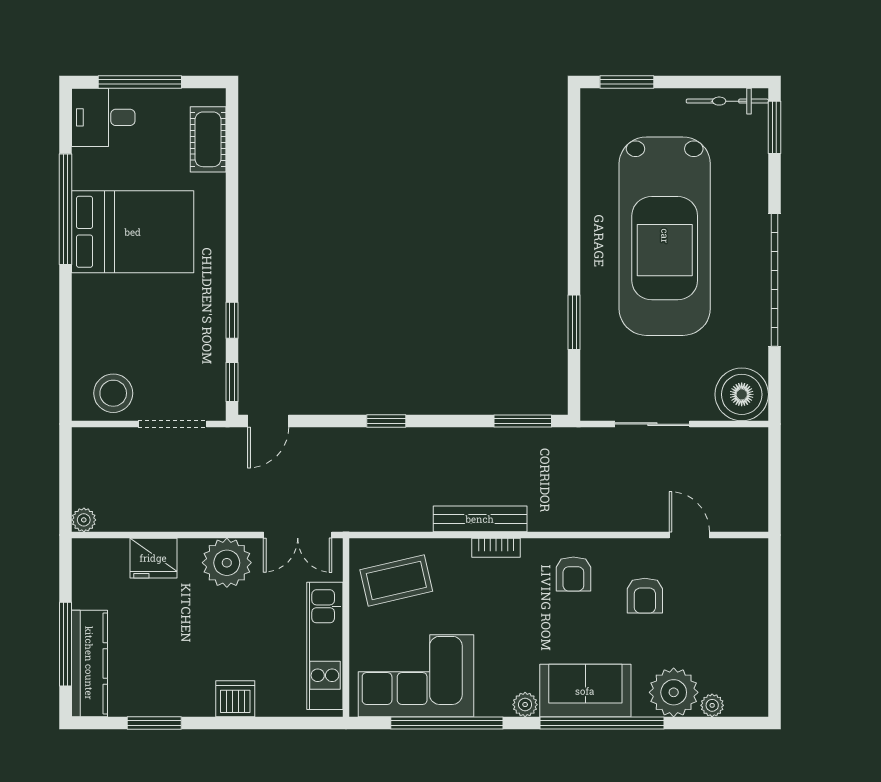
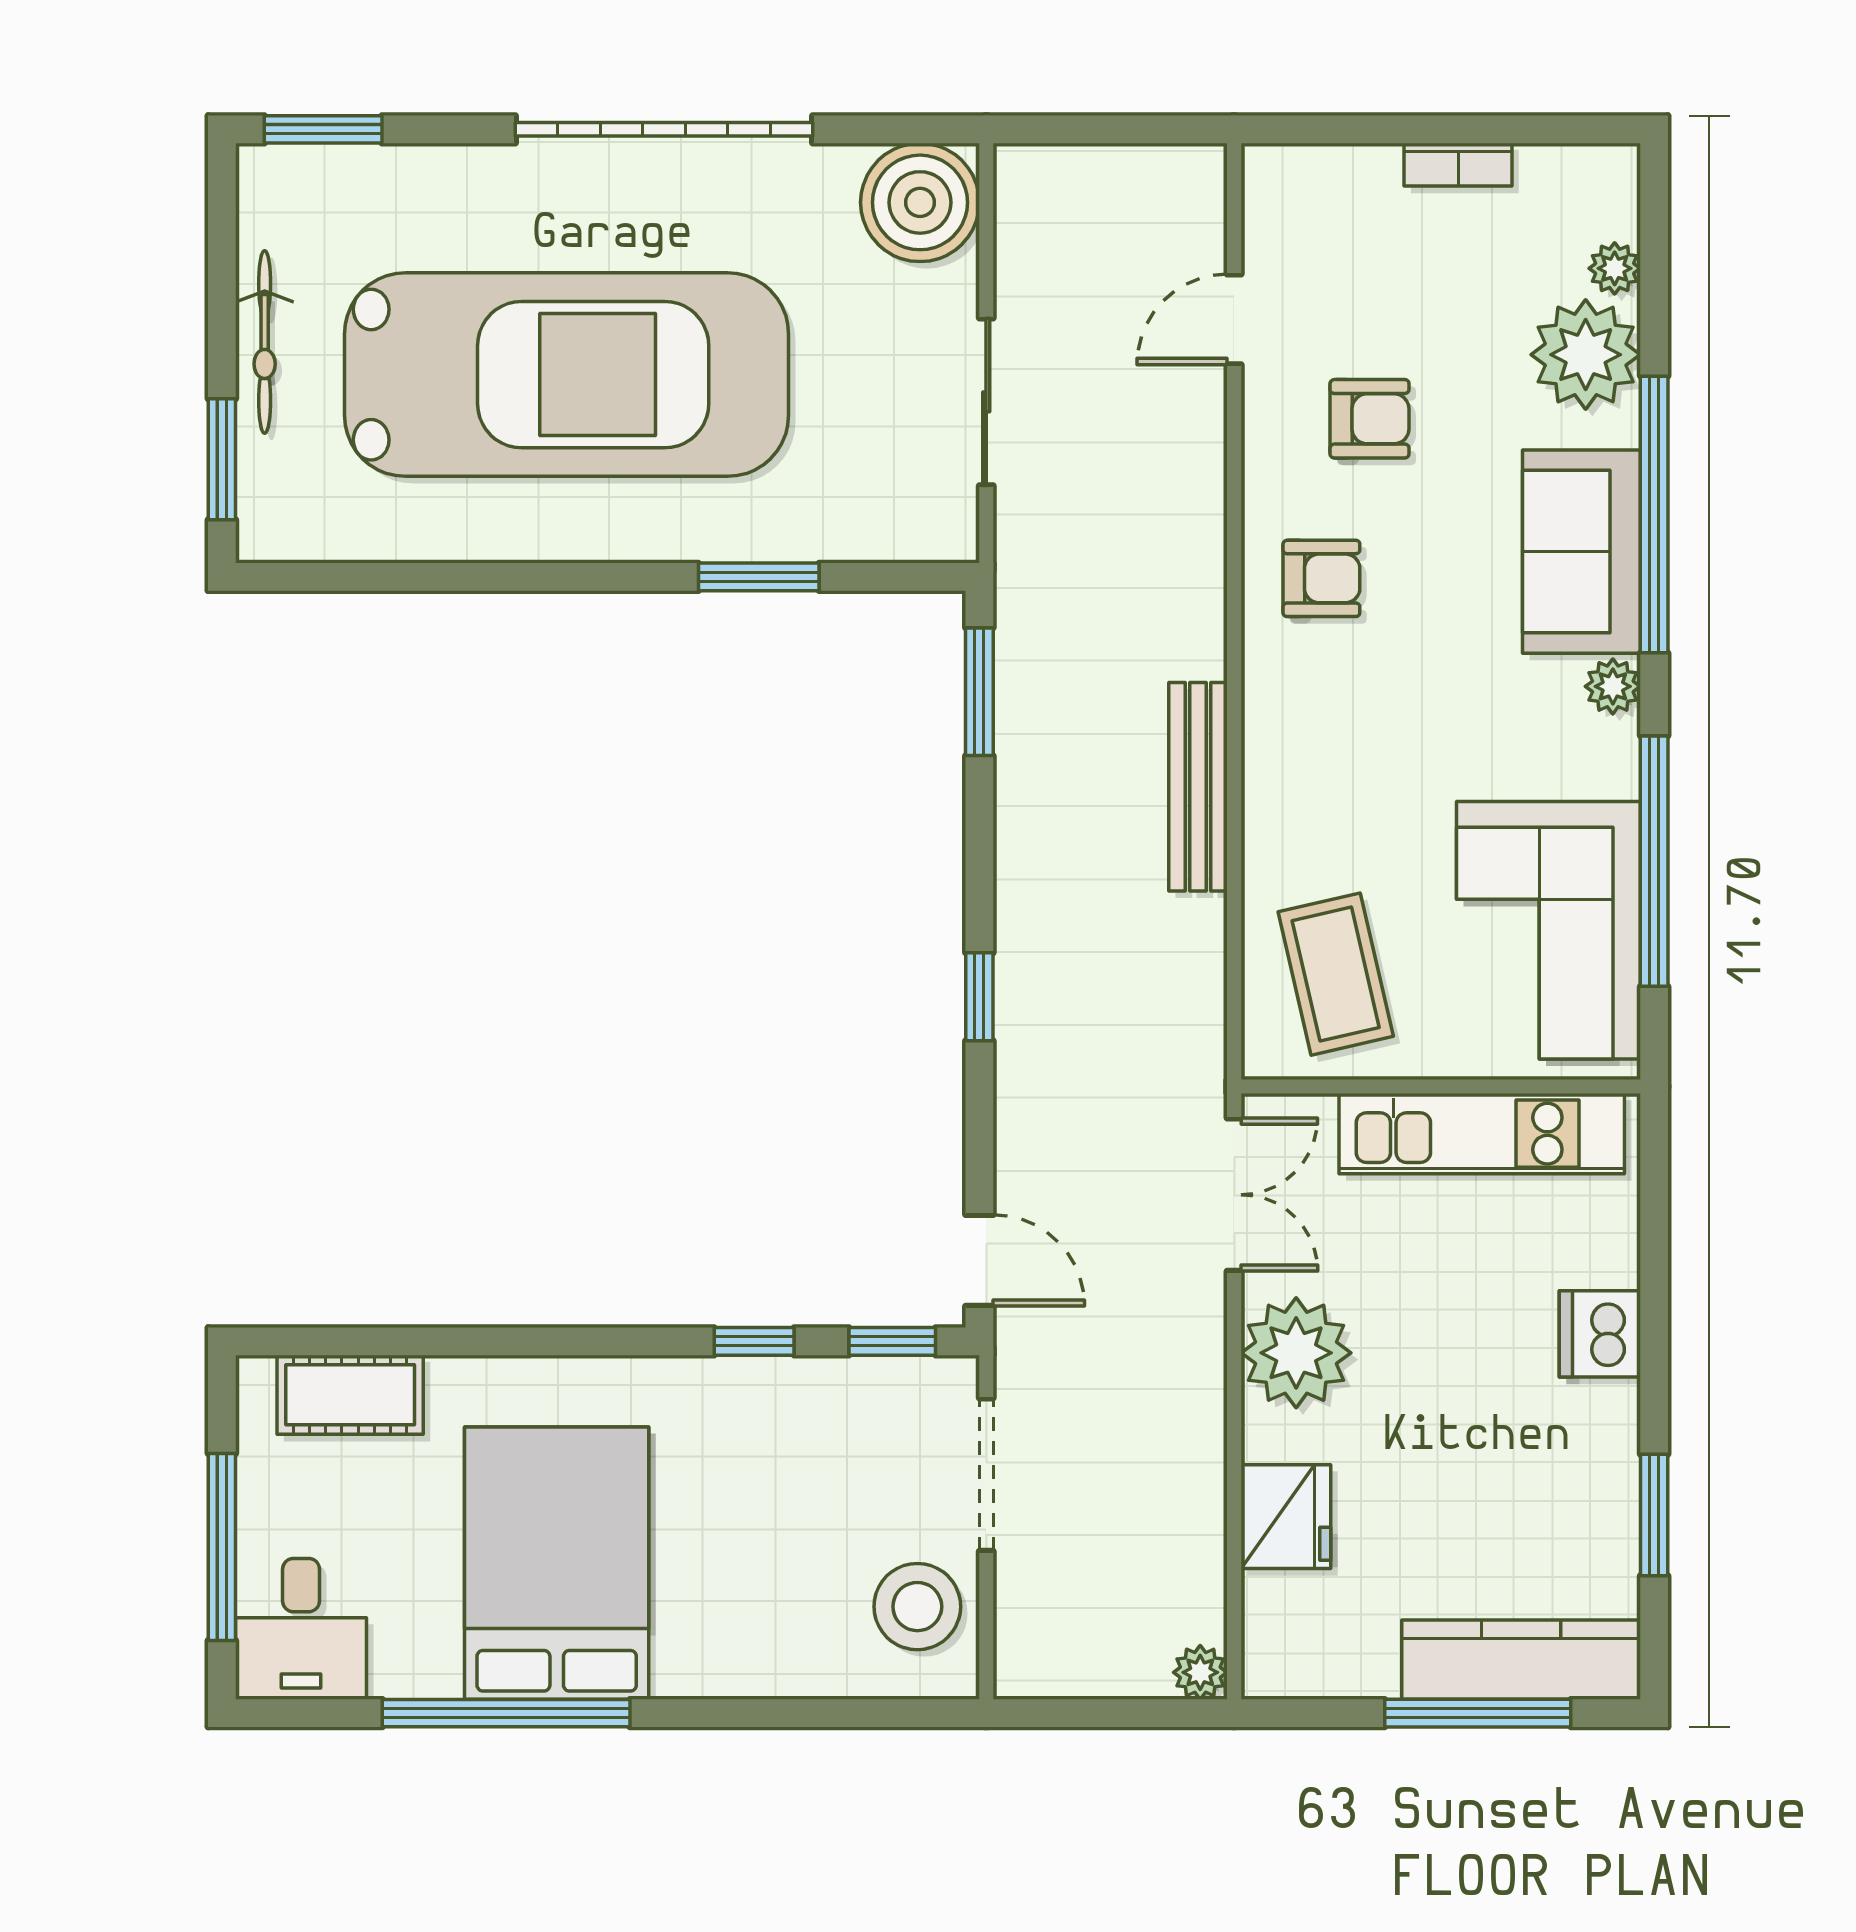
bicycle: (727, 101) -> (265, 342), moved
bookcase: (496, 548) -> (1458, 165), moved, turned 90

